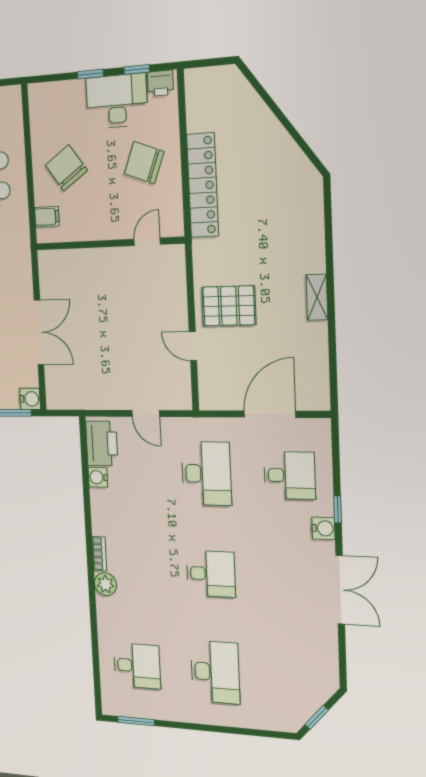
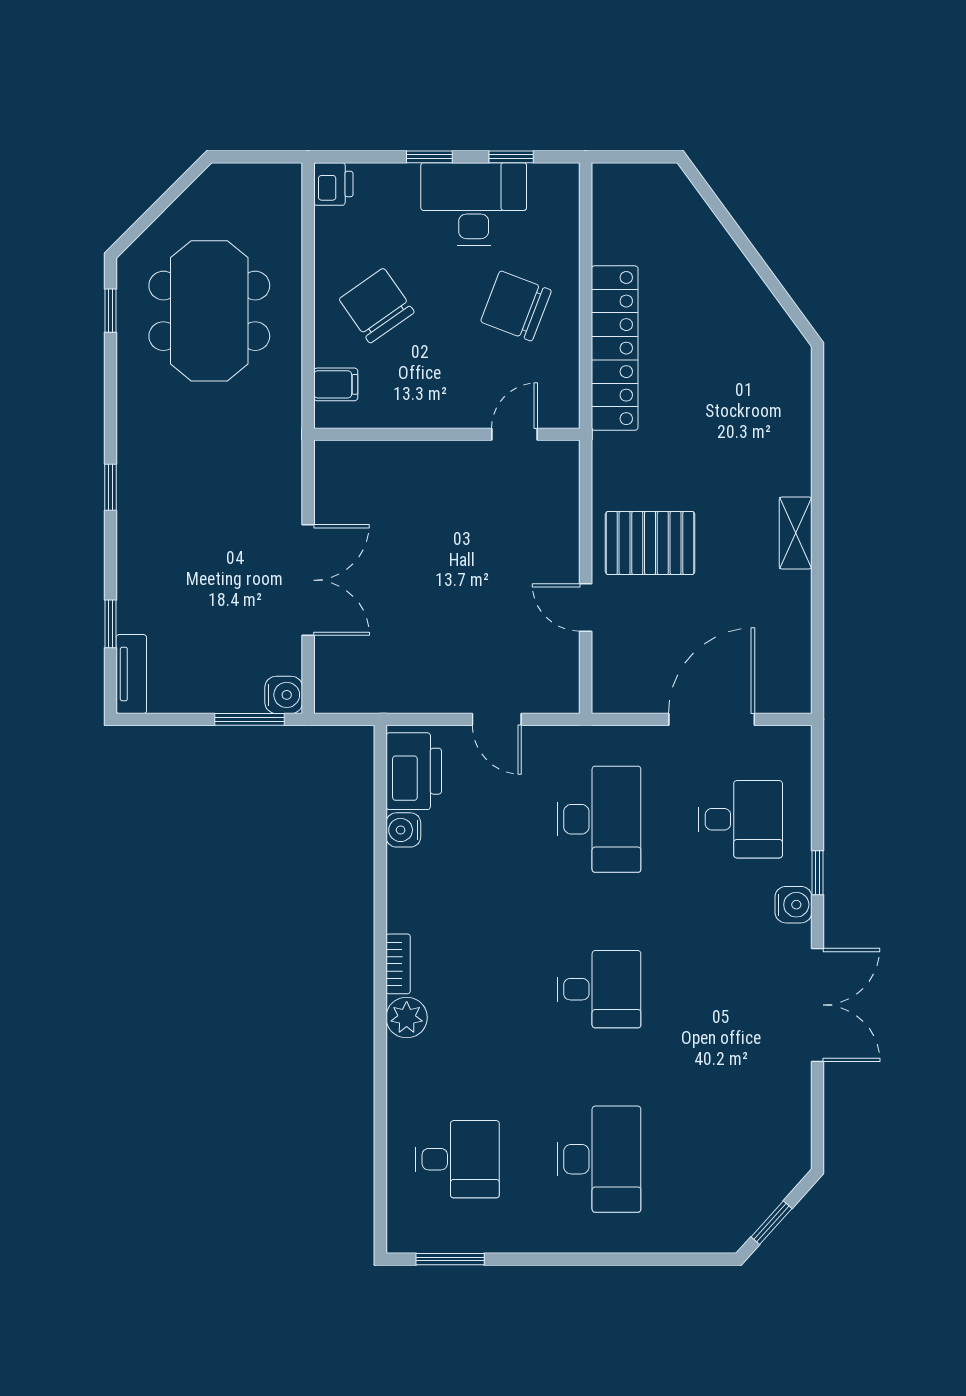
printer: (161, 83) -> (333, 184), moved, turned -90

